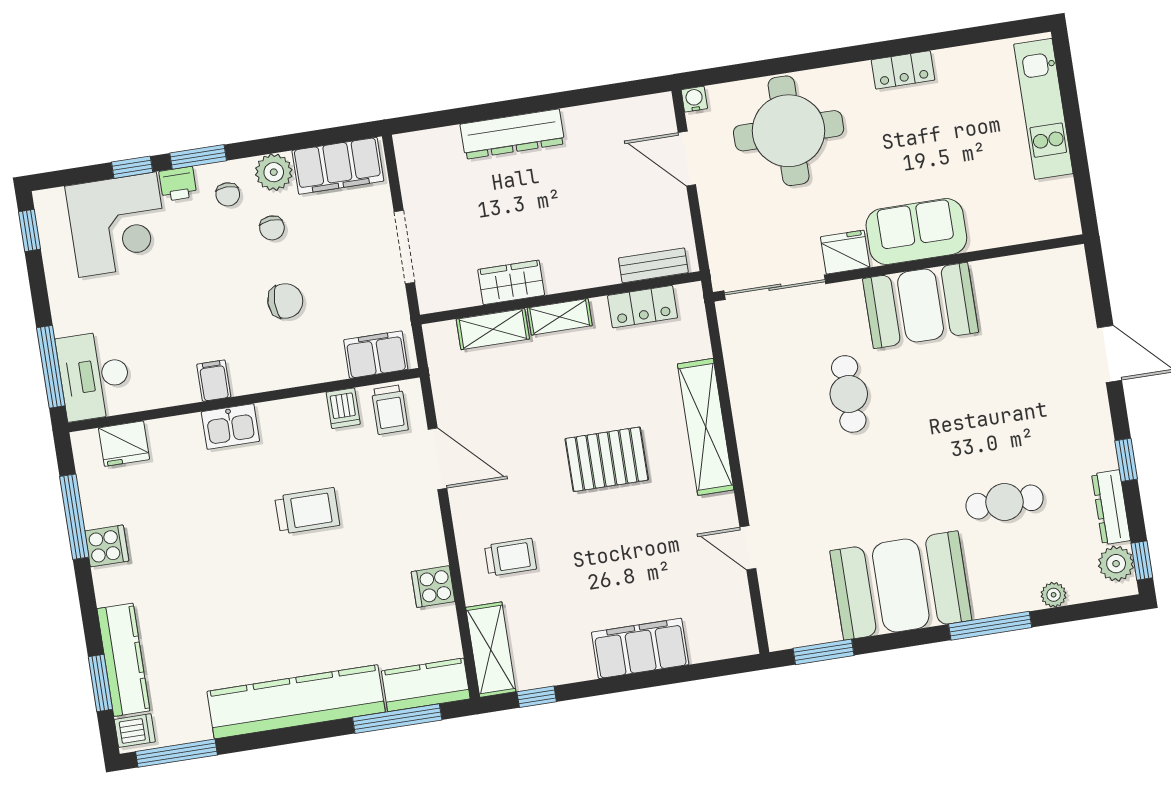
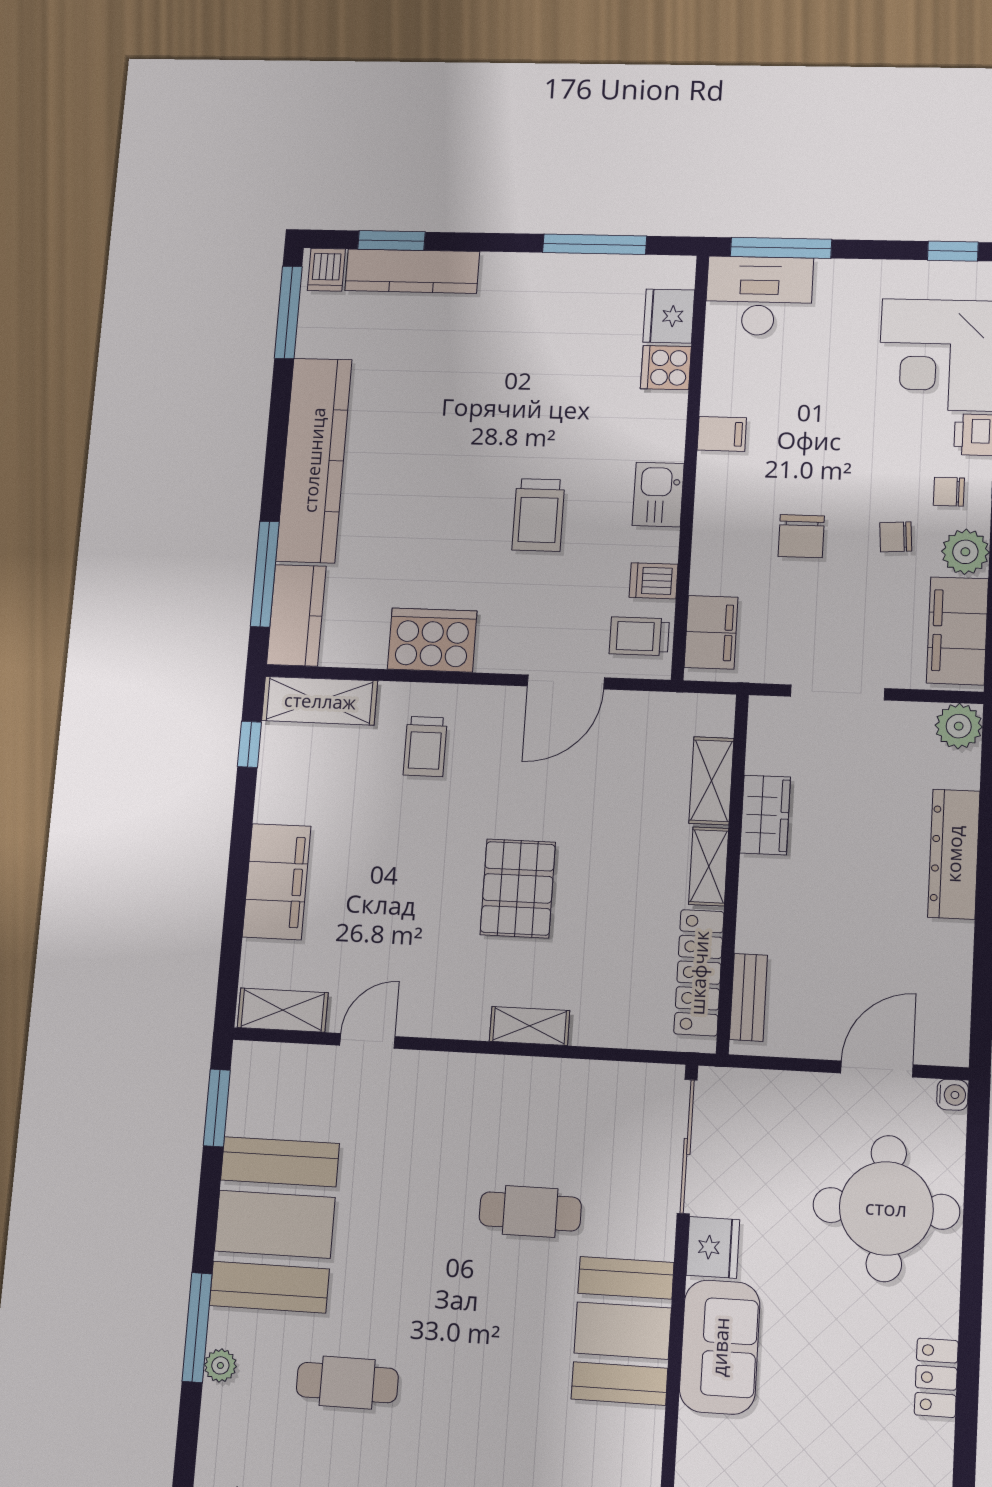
plant: (413, 150) -> (959, 726), added
locker: (643, 307) -> (699, 973), width x1.53
kitchen sink: (230, 427) -> (658, 494), moved
shelving: (706, 427) -> (530, 1026), width x0.45, depth x0.75
cafe table: (1005, 502) -> (347, 1383), turned 90
cooker: (107, 546) -> (666, 368), moved, turned 90
cooker: (433, 587) -> (432, 640), width x1.87, depth x1.31
plant: (1054, 595) -> (220, 1365), moved
shelving: (738, 619) -> (283, 1010), added

